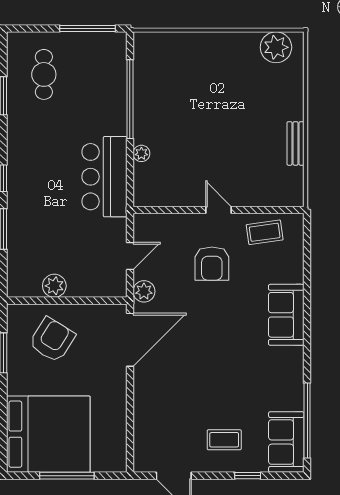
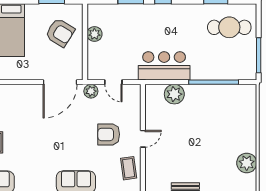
plant: (276, 47) -> (247, 163), moved
cafe table: (44, 74) -> (229, 27), width x1.37, depth x1.35
plant: (141, 153) -> (174, 94), width x1.87, depth x1.87
door: (130, 340) -> (60, 82), hinge flipped

